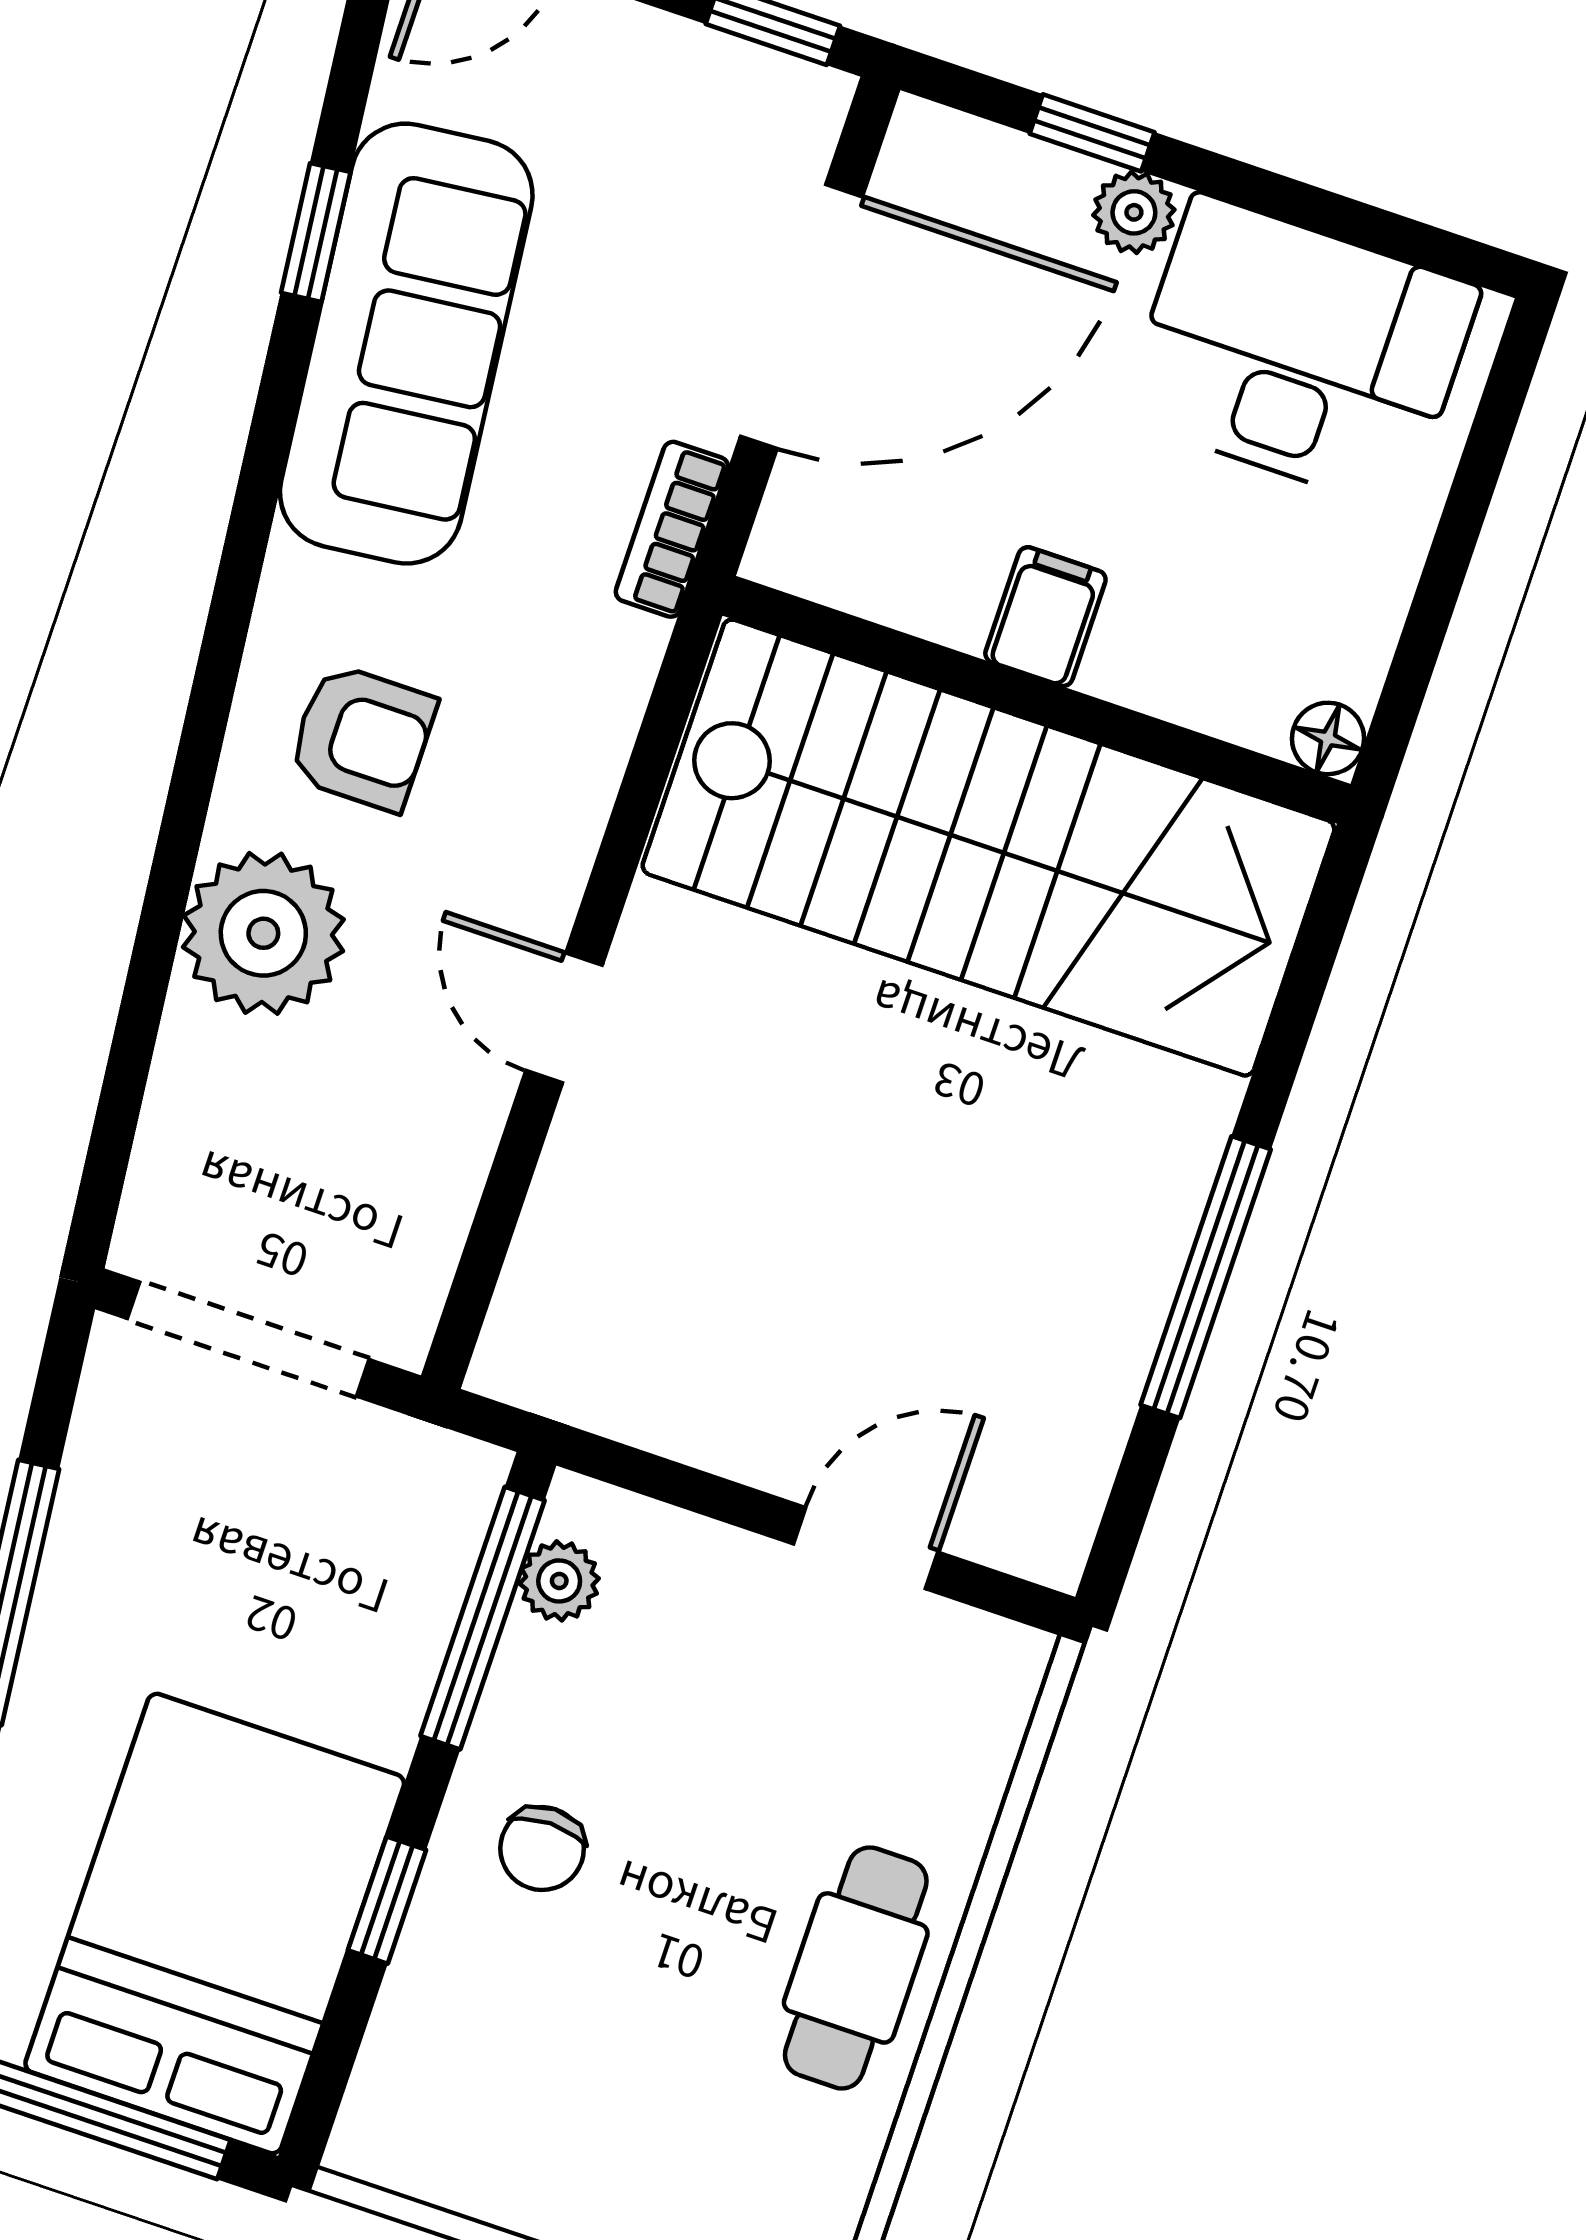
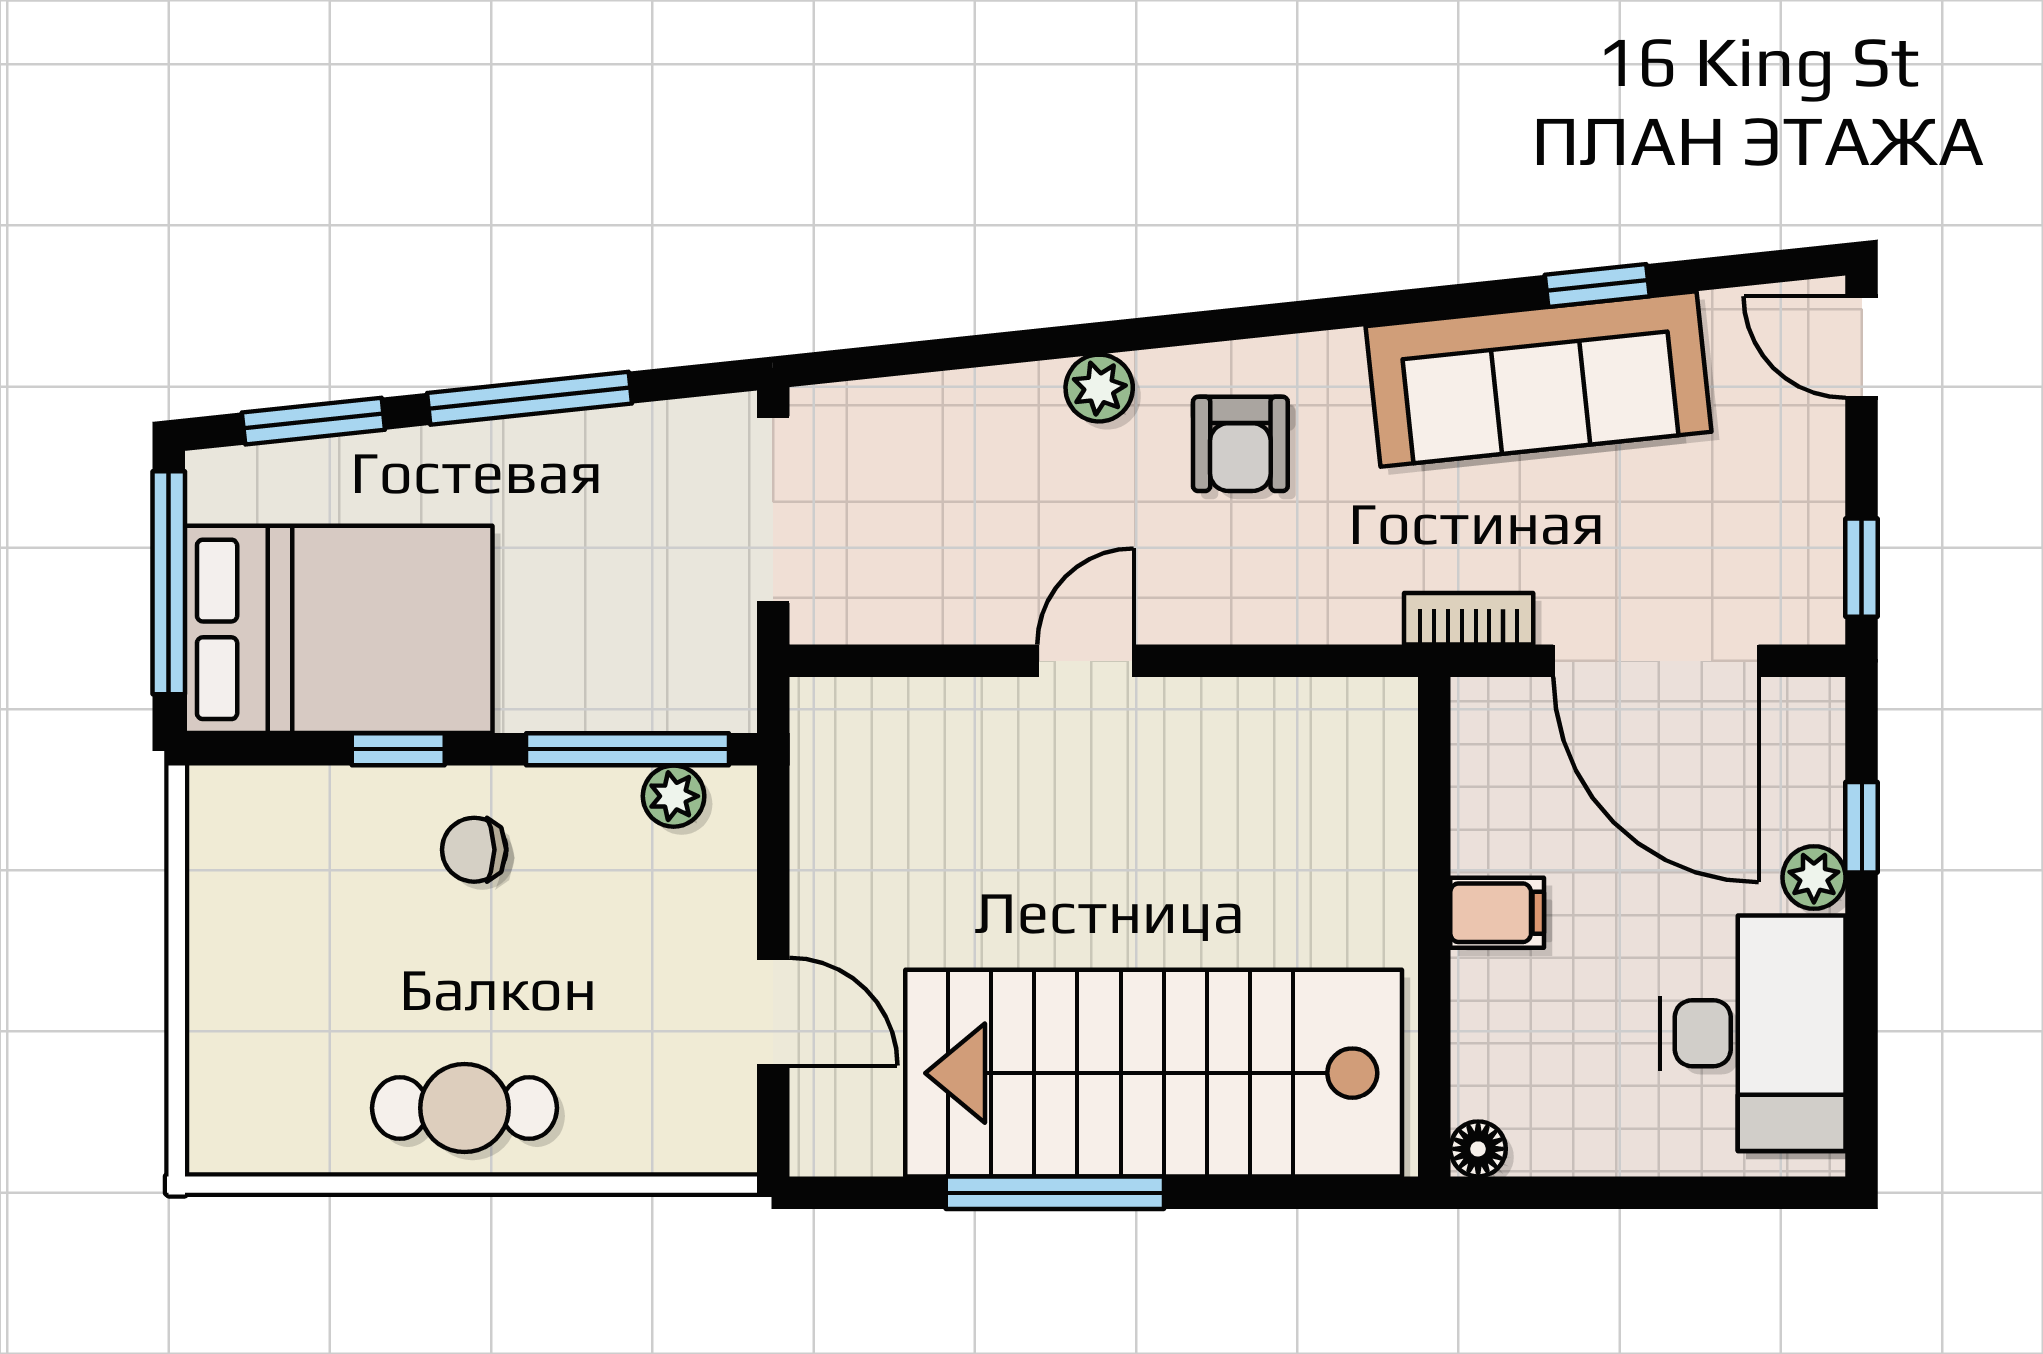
stairs: (989, 848) -> (1154, 1073), moved, turned 90
plant: (263, 933) -> (1099, 388), width x0.53, depth x0.53

